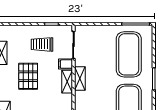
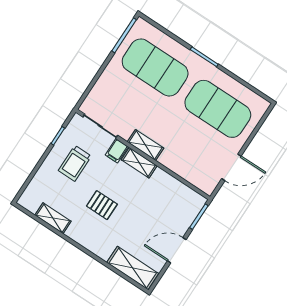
pallet: (28, 76) -> (102, 205), width x0.67, depth x0.71

